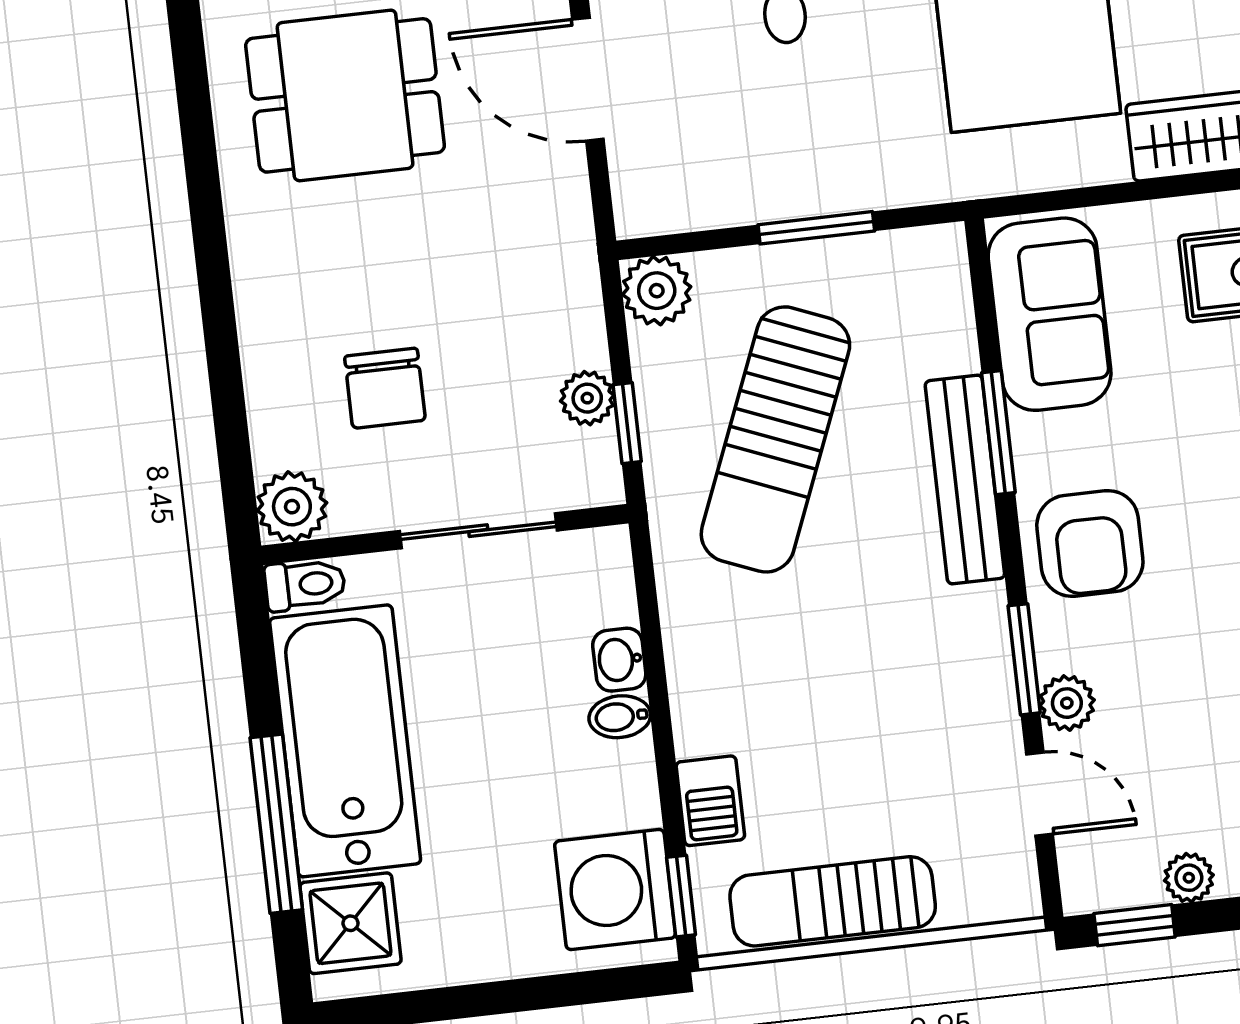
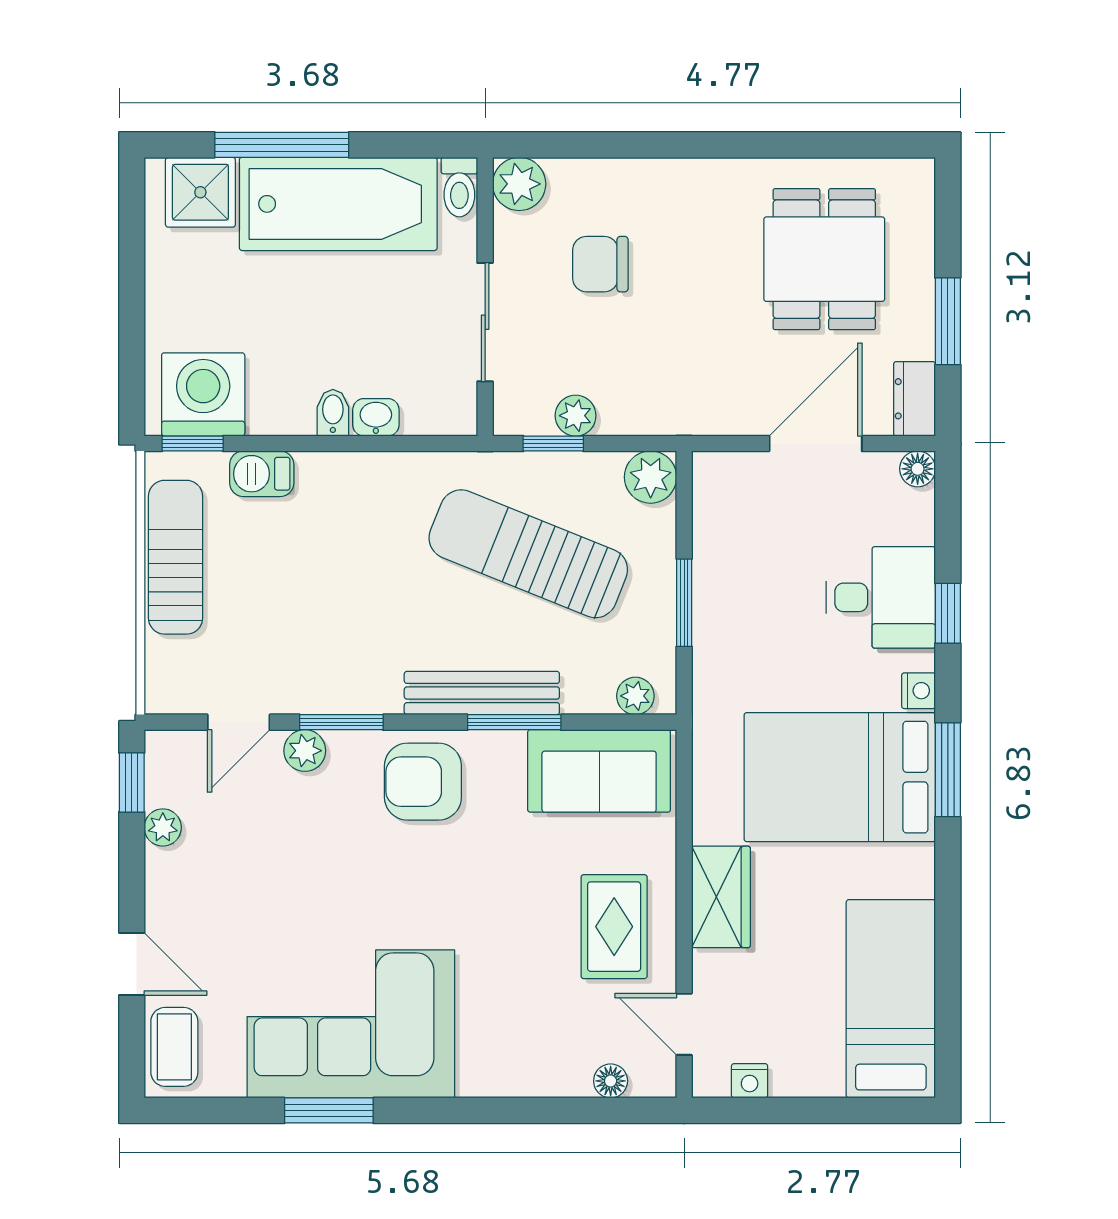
plant: (946, 278) -> (635, 696), added

